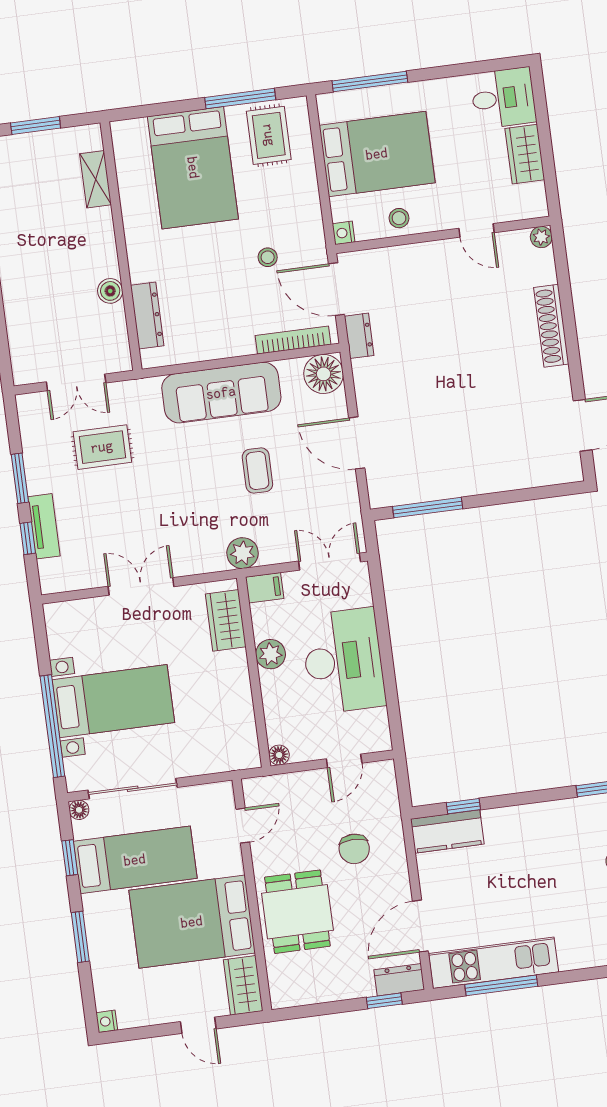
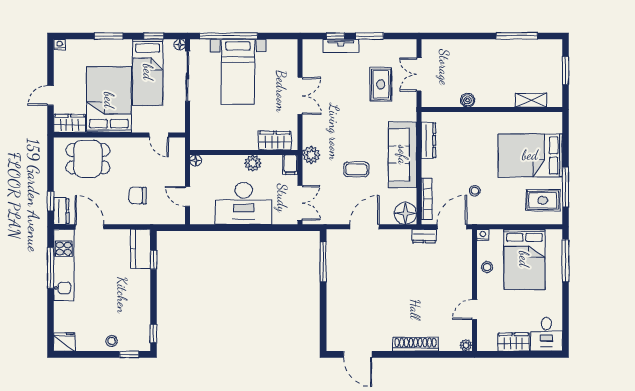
dresser: (147, 315) -> (428, 140), moved, turned -90
dining table: (297, 912) -> (88, 159), moved

